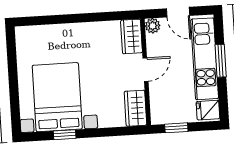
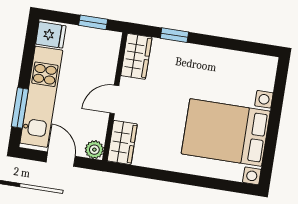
window: (221, 61) -> (20, 108), moved
bed with nightstands: (57, 97) -> (226, 132), moved, turned 90
window: (65, 135) -> (174, 35), moved

